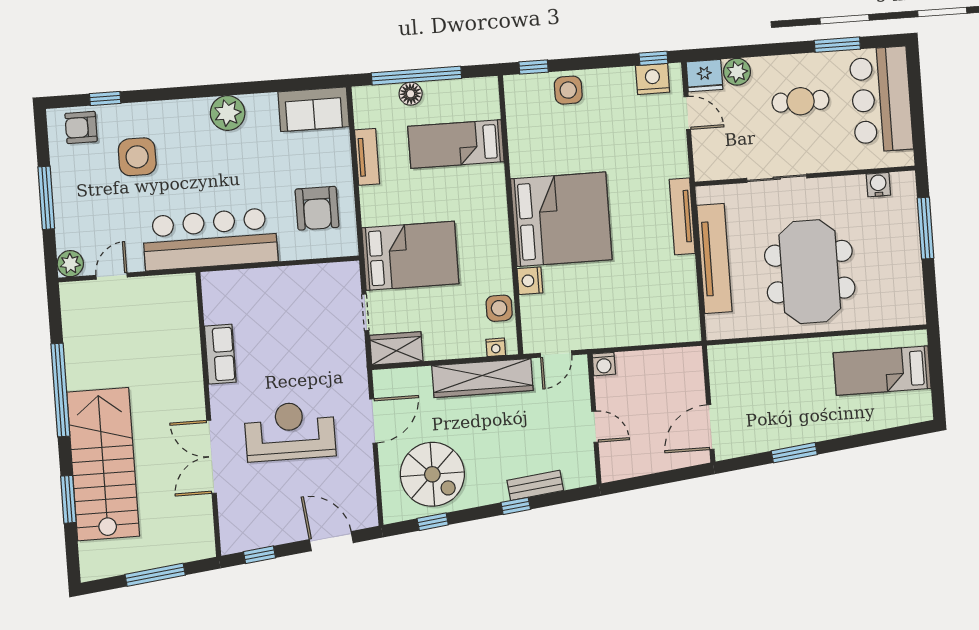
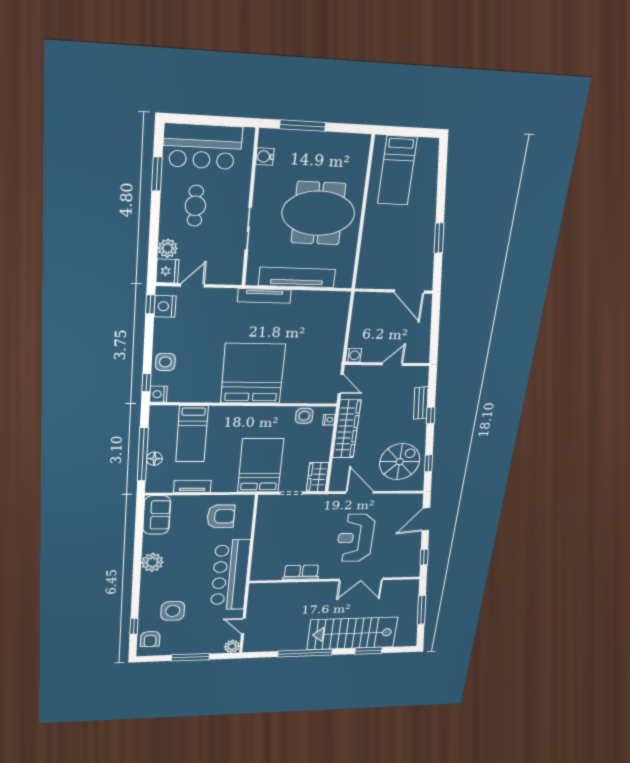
nightstand: (530, 281) -> (158, 394), moved, turned 90

